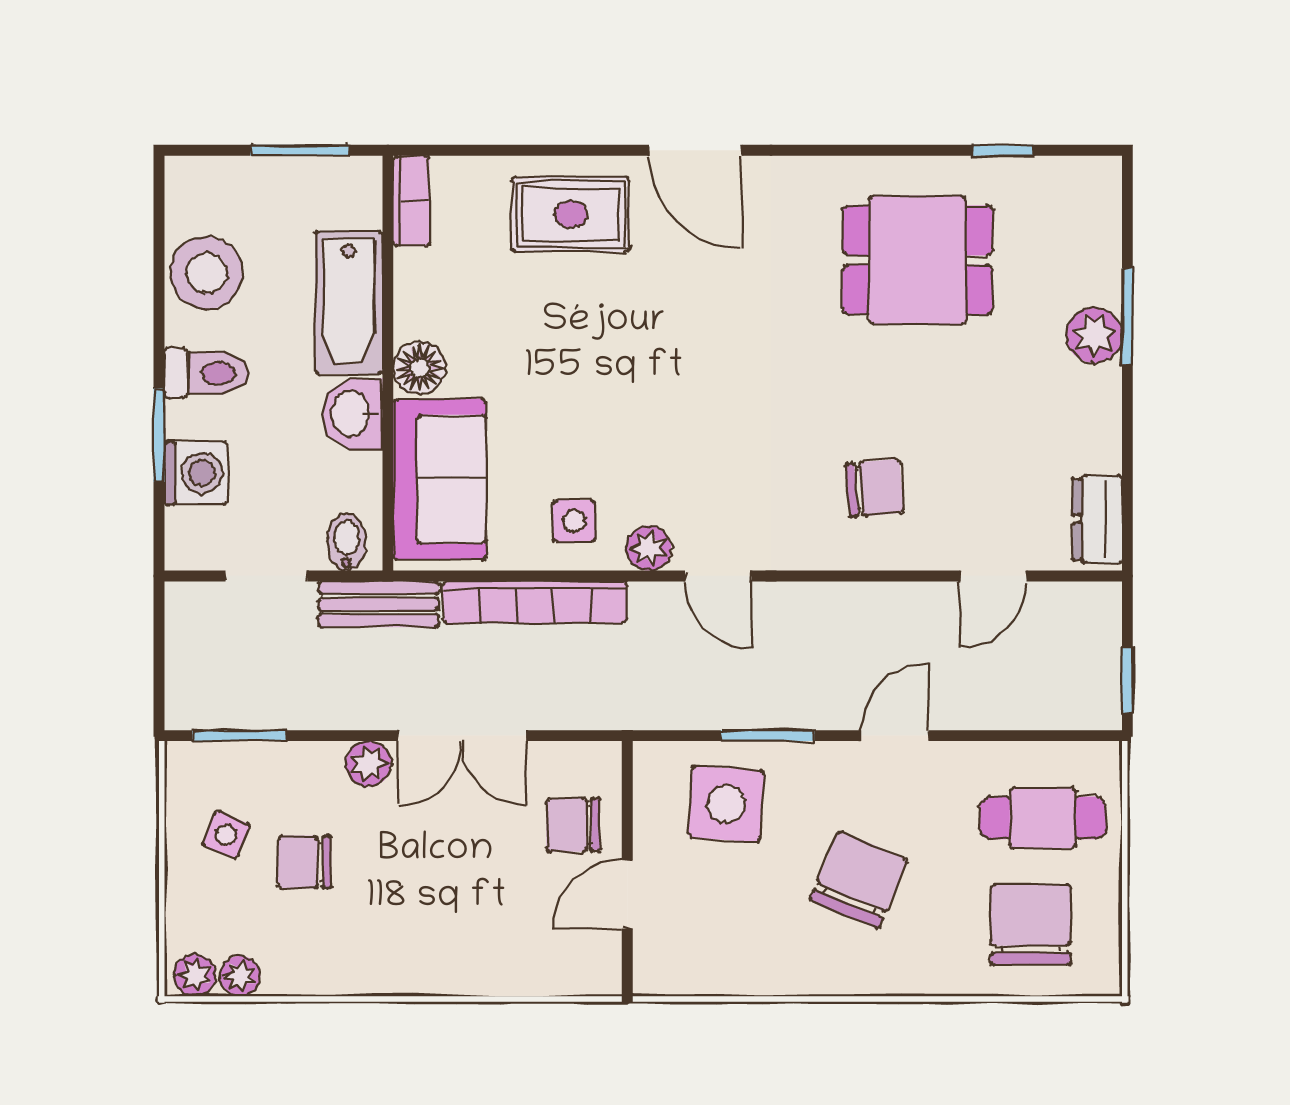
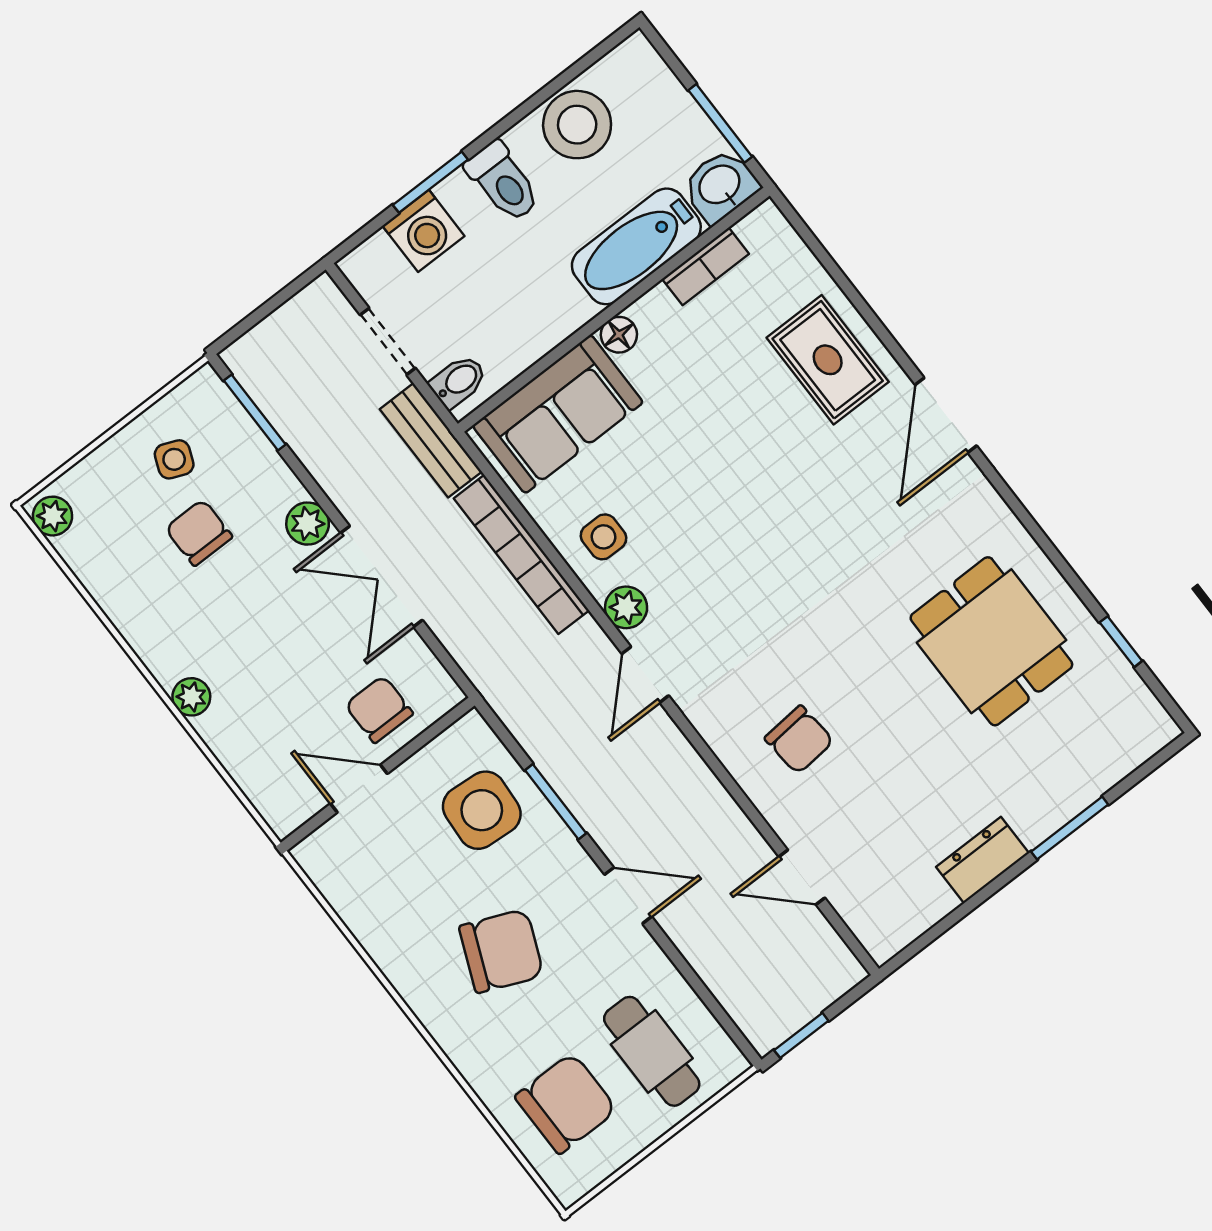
bookcase: (411, 201) -> (706, 266), moved
plant: (1094, 335) -> (1037, 814), removed
floor lamp: (420, 368) -> (619, 335), width x0.73, depth x0.73
washbasin: (352, 414) -> (720, 186), moved
dresser: (1097, 519) -> (982, 860), moved
plant: (240, 976) -> (191, 697), moved

